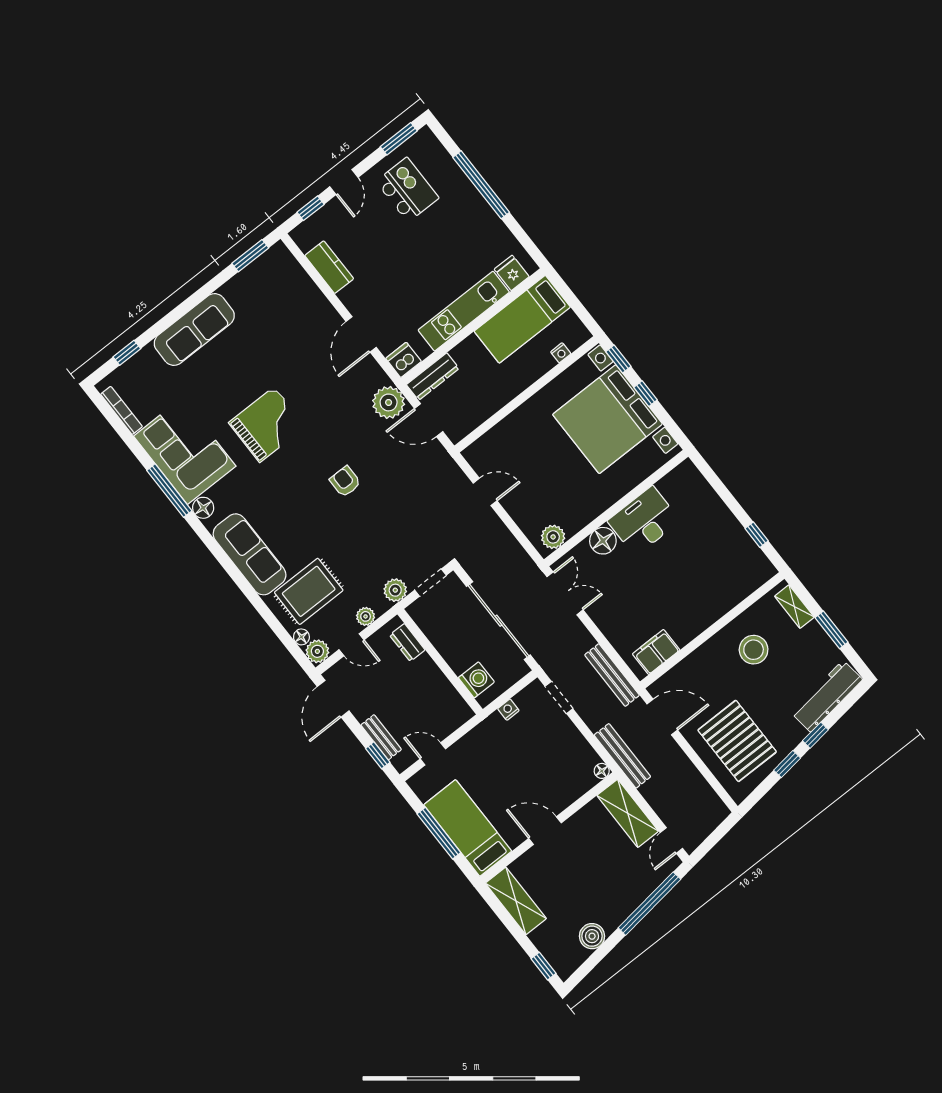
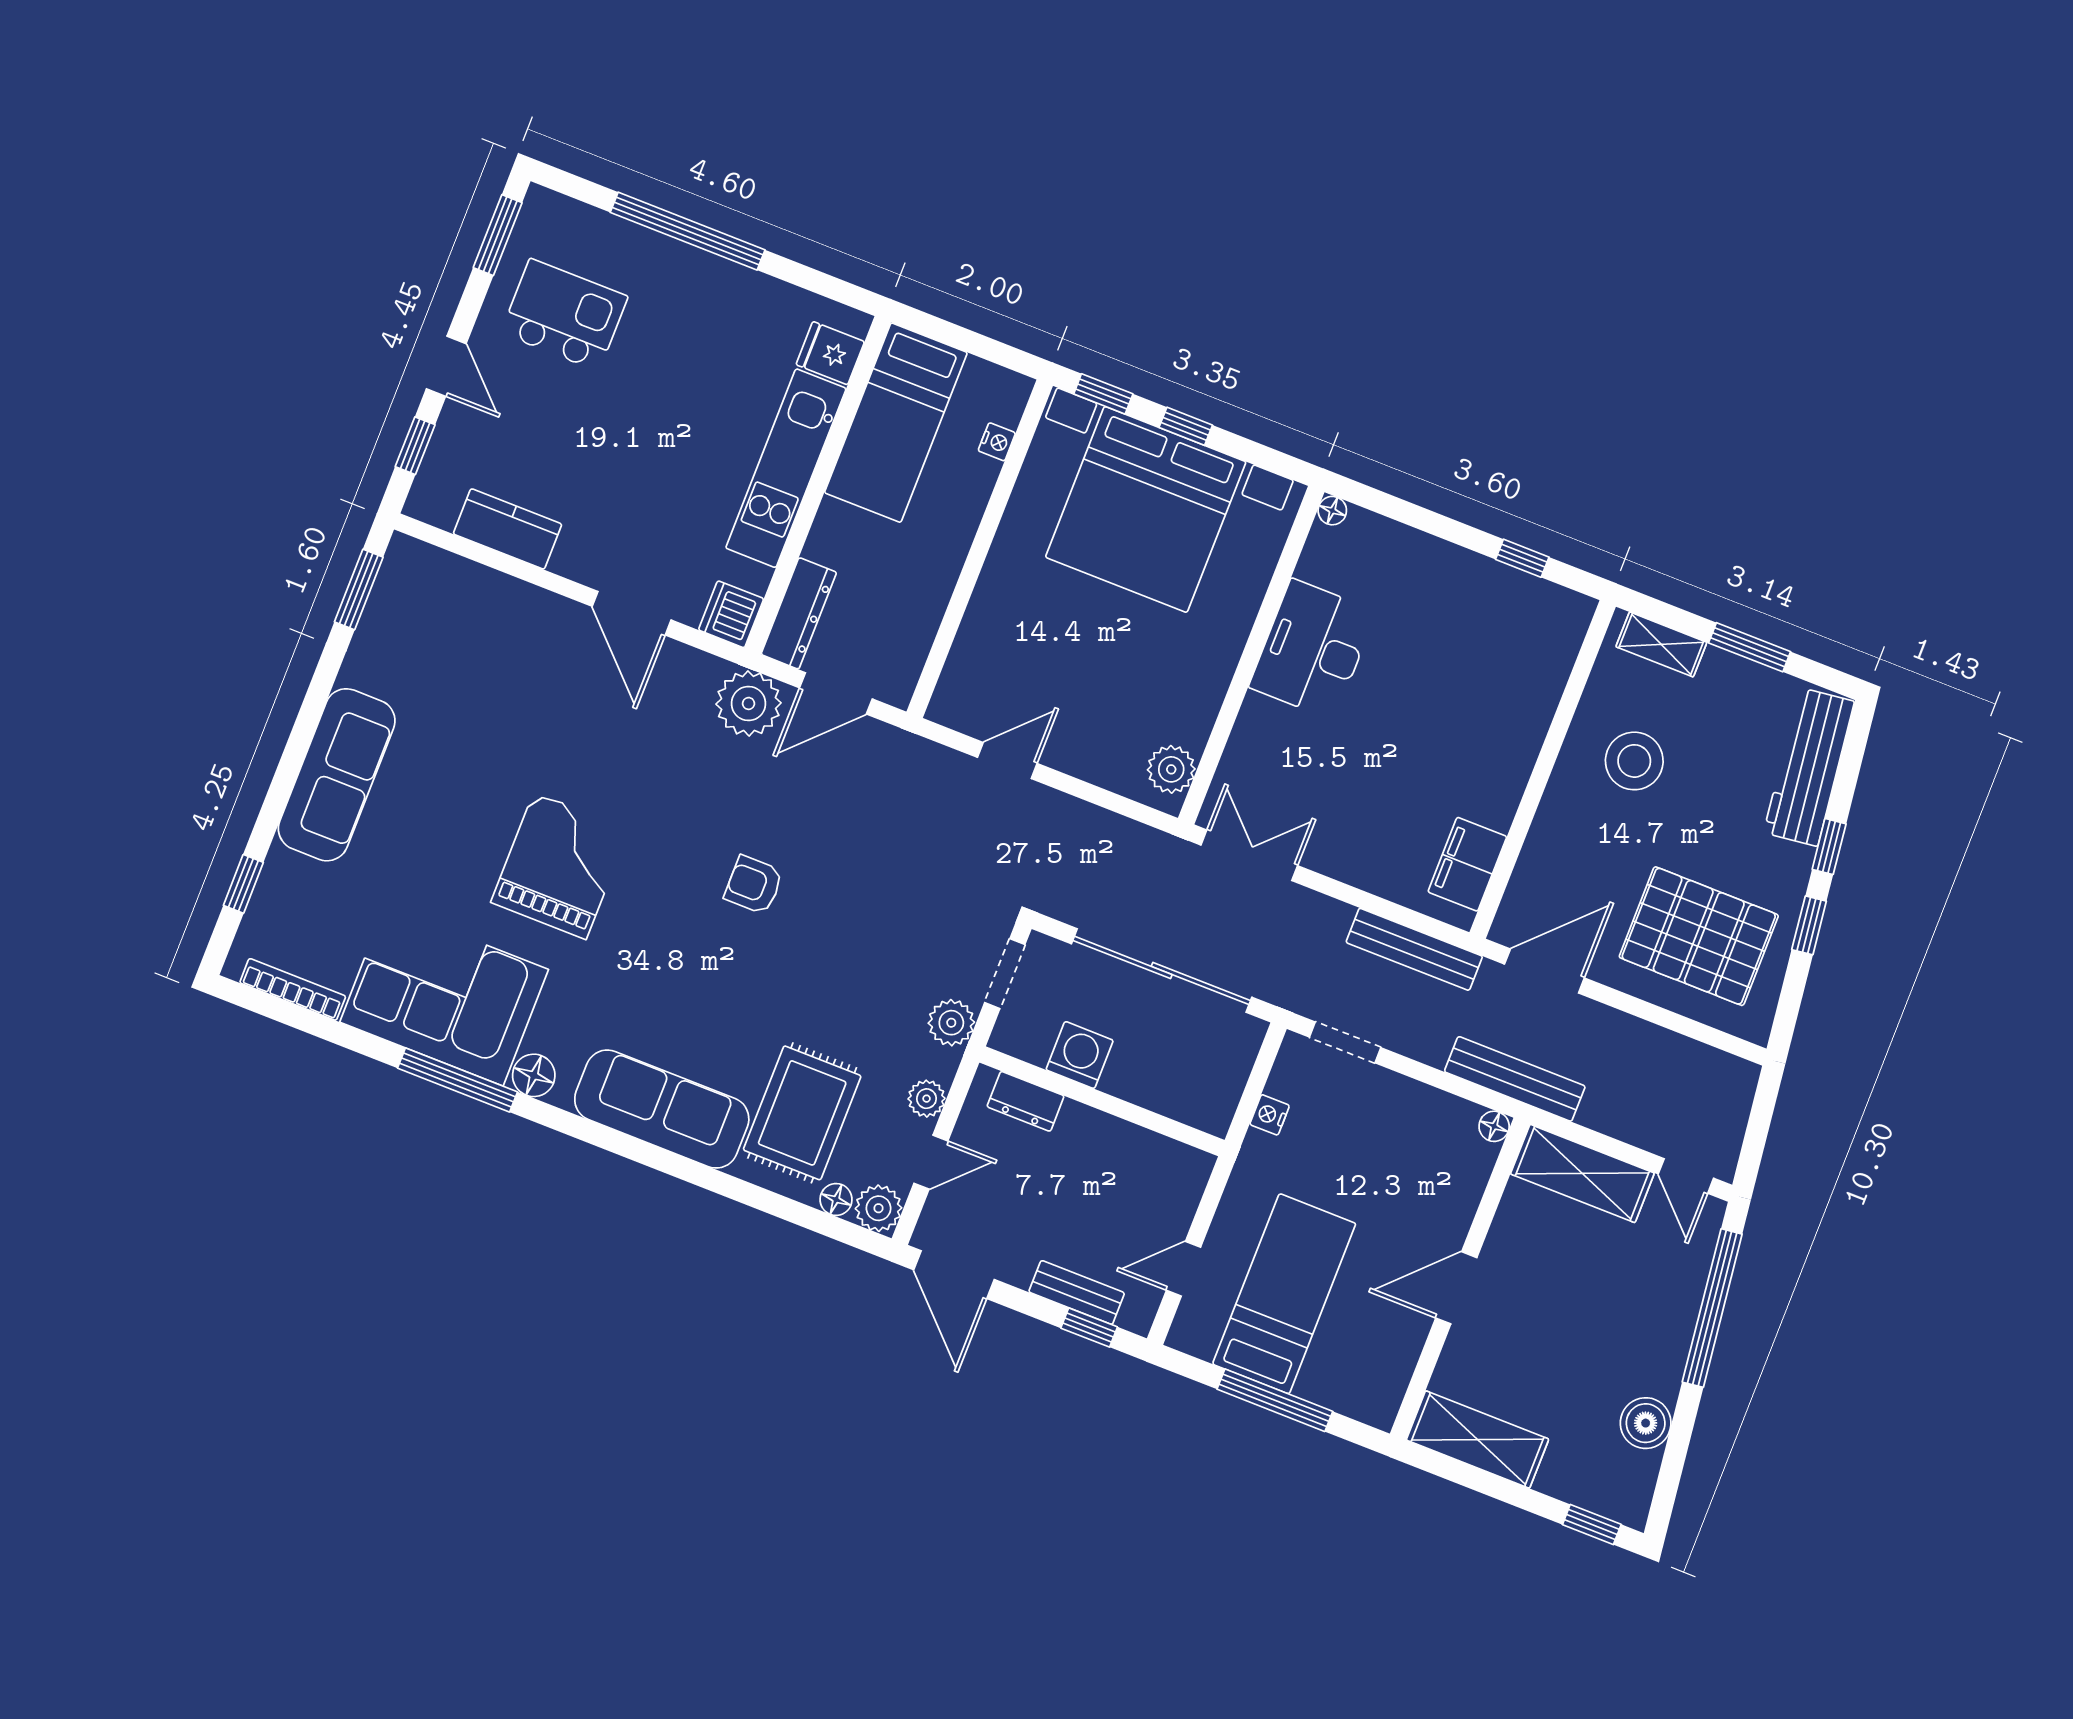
floor lamp: (603, 541) -> (1332, 511), moved, width x0.53, depth x0.53
washing machine: (476, 680) -> (1080, 1055), moved
bed: (468, 828) -> (1284, 1294), moved, turned 90

